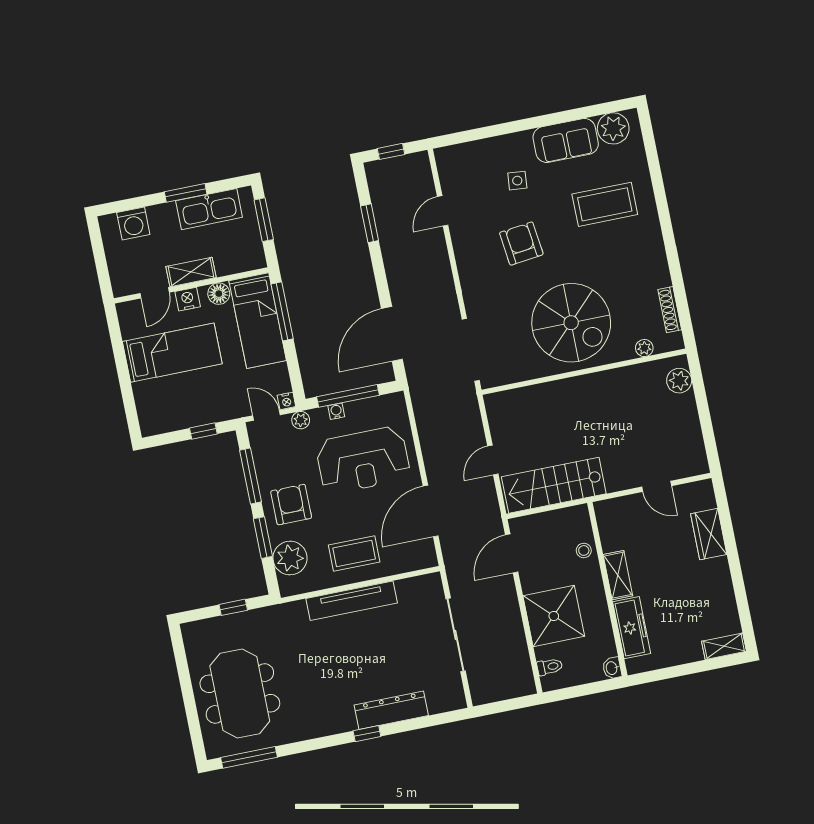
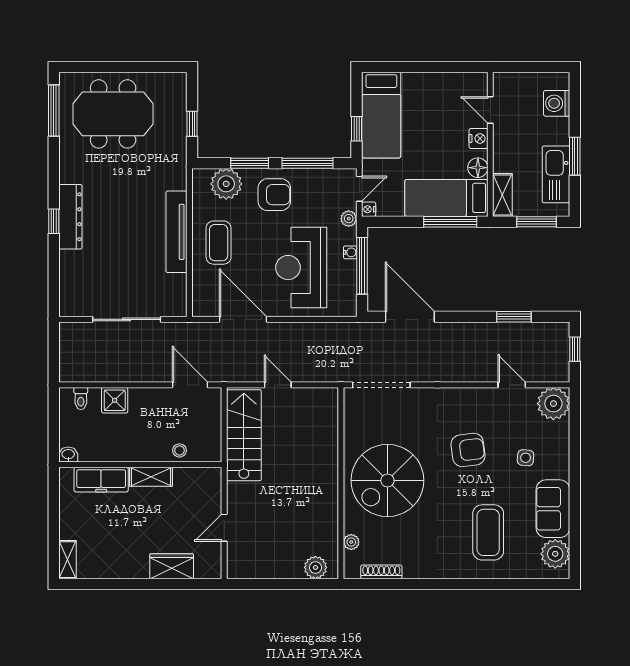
plant: (454, 163) -> (553, 404), added
shelving: (191, 272) -> (502, 195), moved
bed: (172, 353) -> (381, 115), moved
shower: (554, 616) -> (115, 400), width x0.54, depth x0.54
dresser: (391, 710) -> (70, 217), moved

